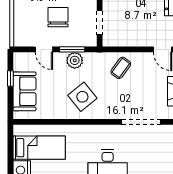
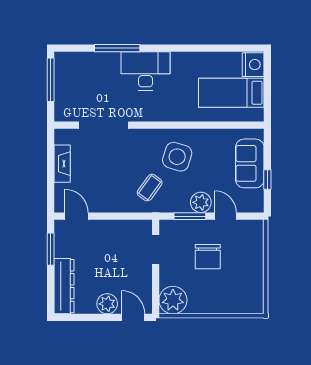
plant: (75, 60) -> (201, 202), moved
coffee table: (121, 68) -> (150, 188), moved
side table: (82, 97) -> (177, 157), turned -34

